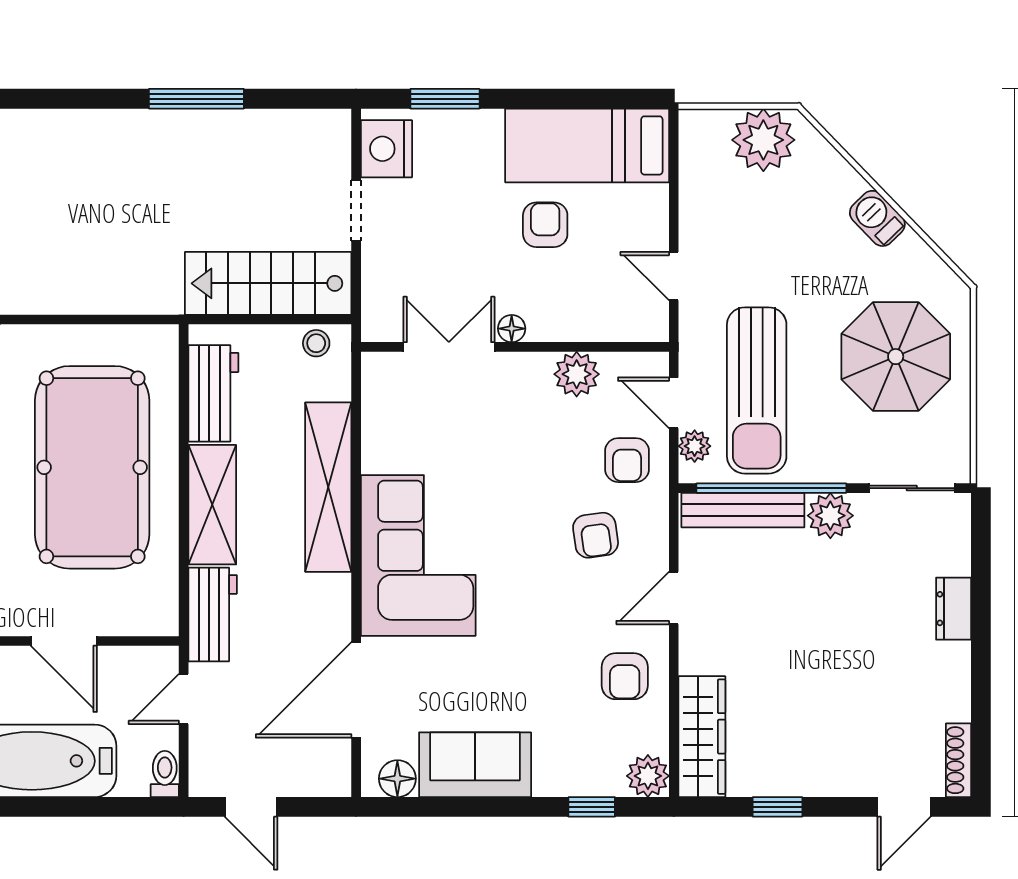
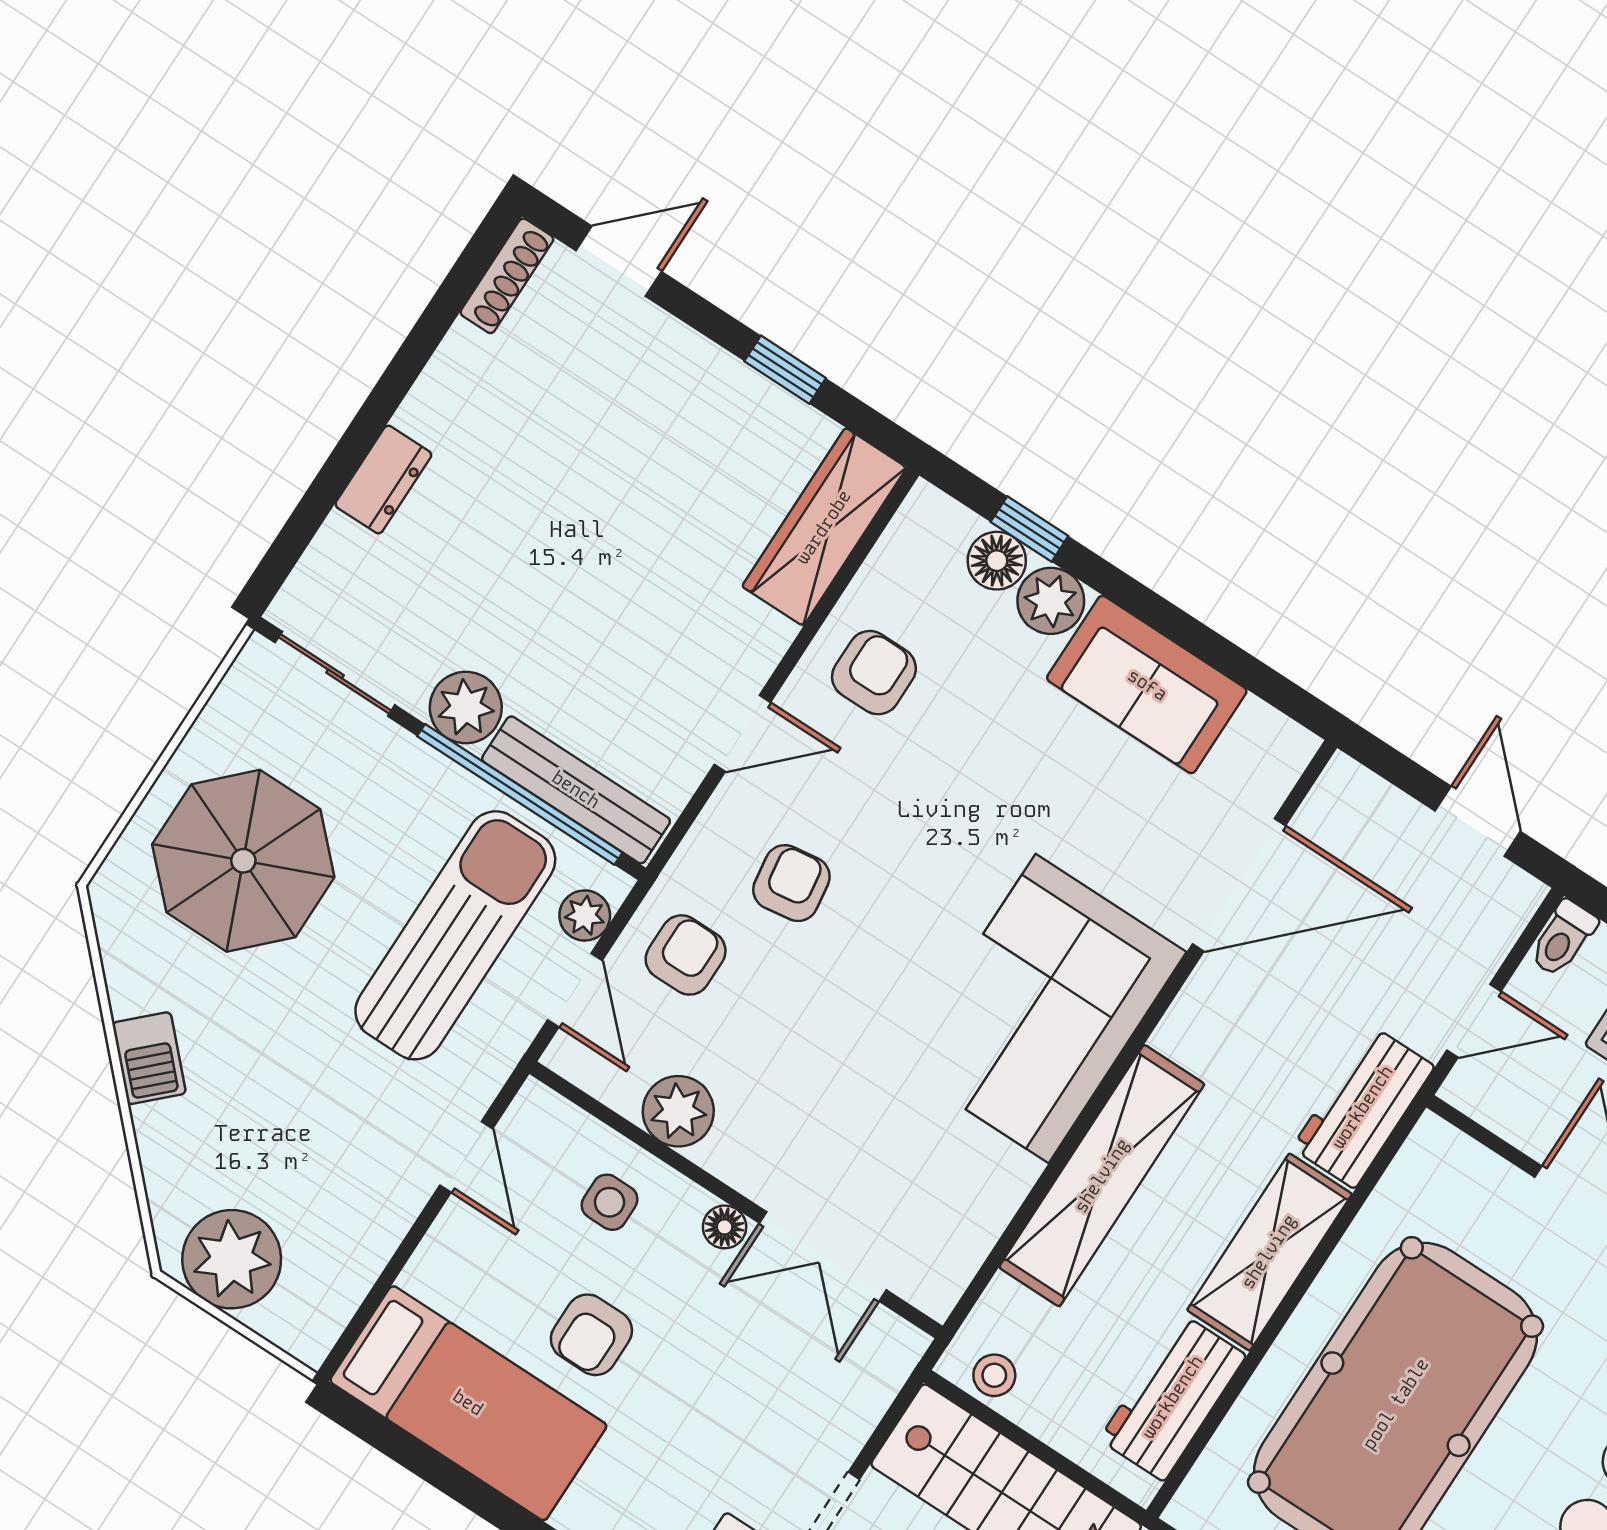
side table: (582, 302) -> (609, 1202), added
plant: (648, 776) -> (1051, 601), moved
floor lamp: (397, 779) -> (997, 561), moved

